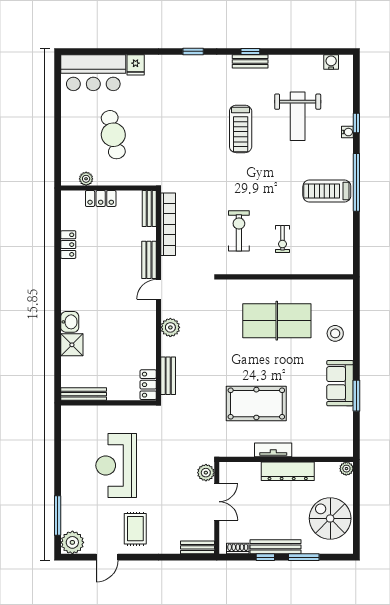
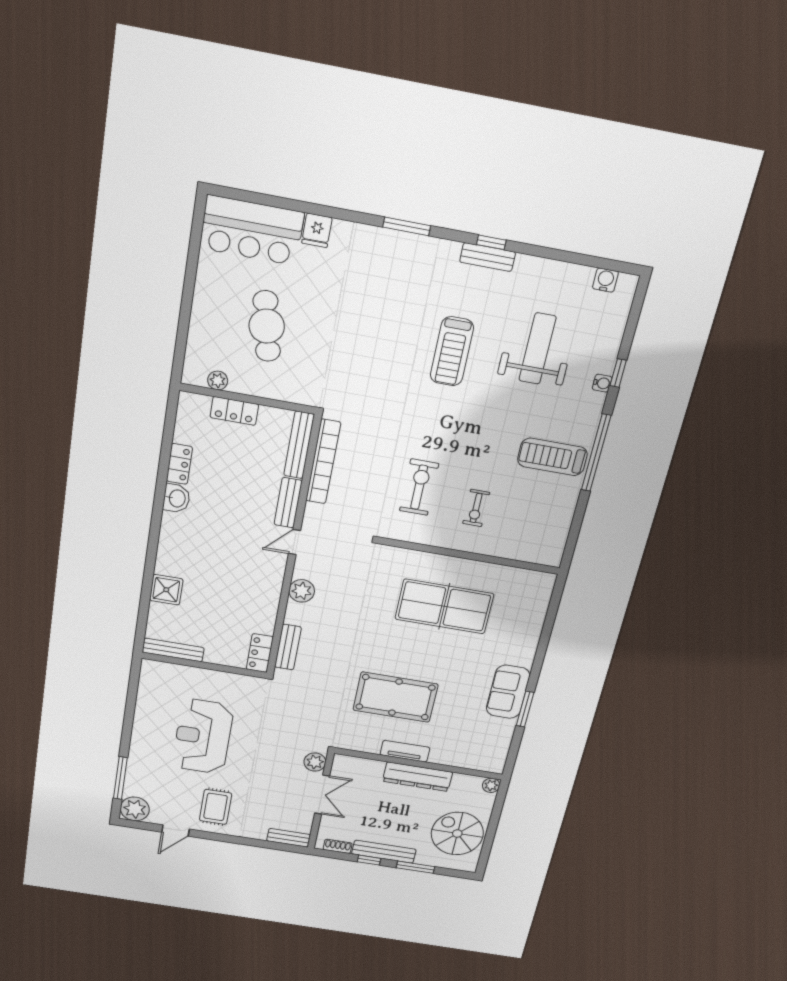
window: (193, 51) -> (407, 226), width x1.50
weight bench: (298, 116) -> (537, 349), turned 180
bench: (149, 208) -> (299, 445), width x1.36
washbasin: (70, 322) -> (177, 498), moved
stool: (335, 333) -> (517, 634), removed

